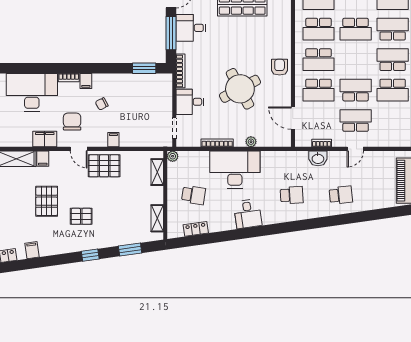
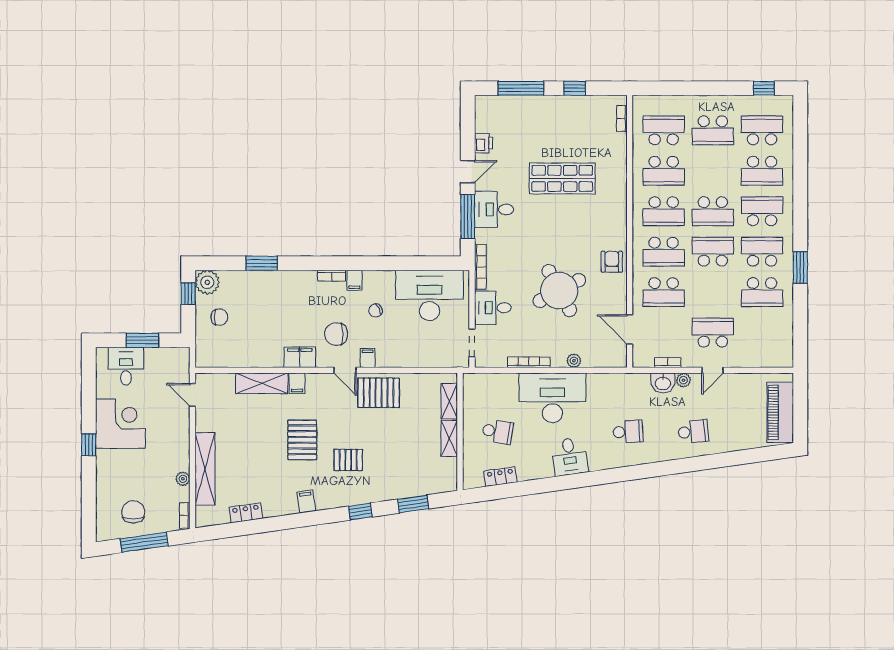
window: (144, 68) -> (262, 263), moved
school desk: (356, 90) -> (713, 252), moved
desk: (32, 92) -> (430, 295), moved
chair: (72, 122) -> (336, 334), turned -90
filing cabinet: (113, 140) -> (368, 358), moved
plant: (173, 156) -> (683, 380), moved
shelving: (157, 218) -> (449, 439), moved
filing cabinet: (32, 250) -> (306, 502), moved

